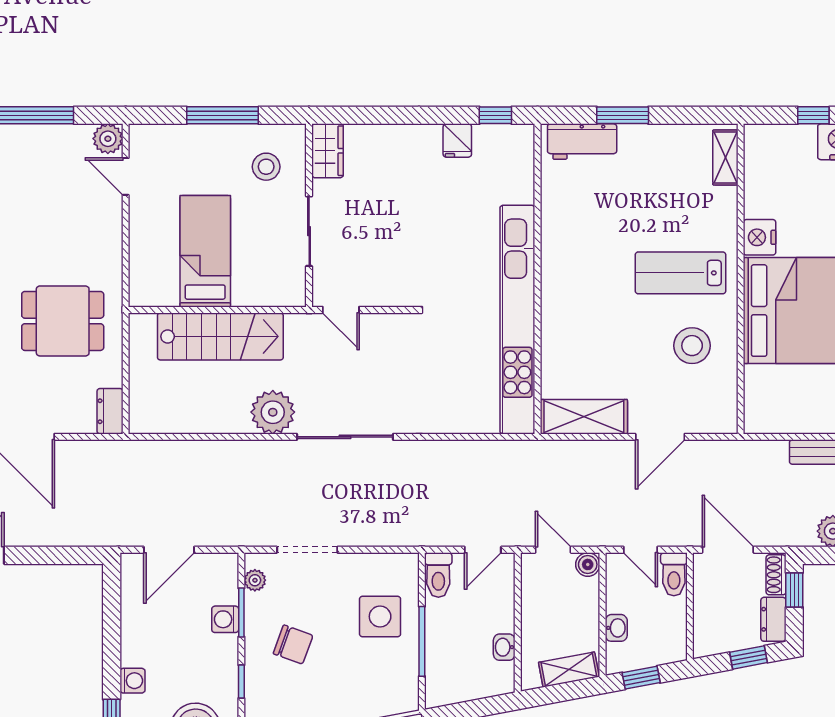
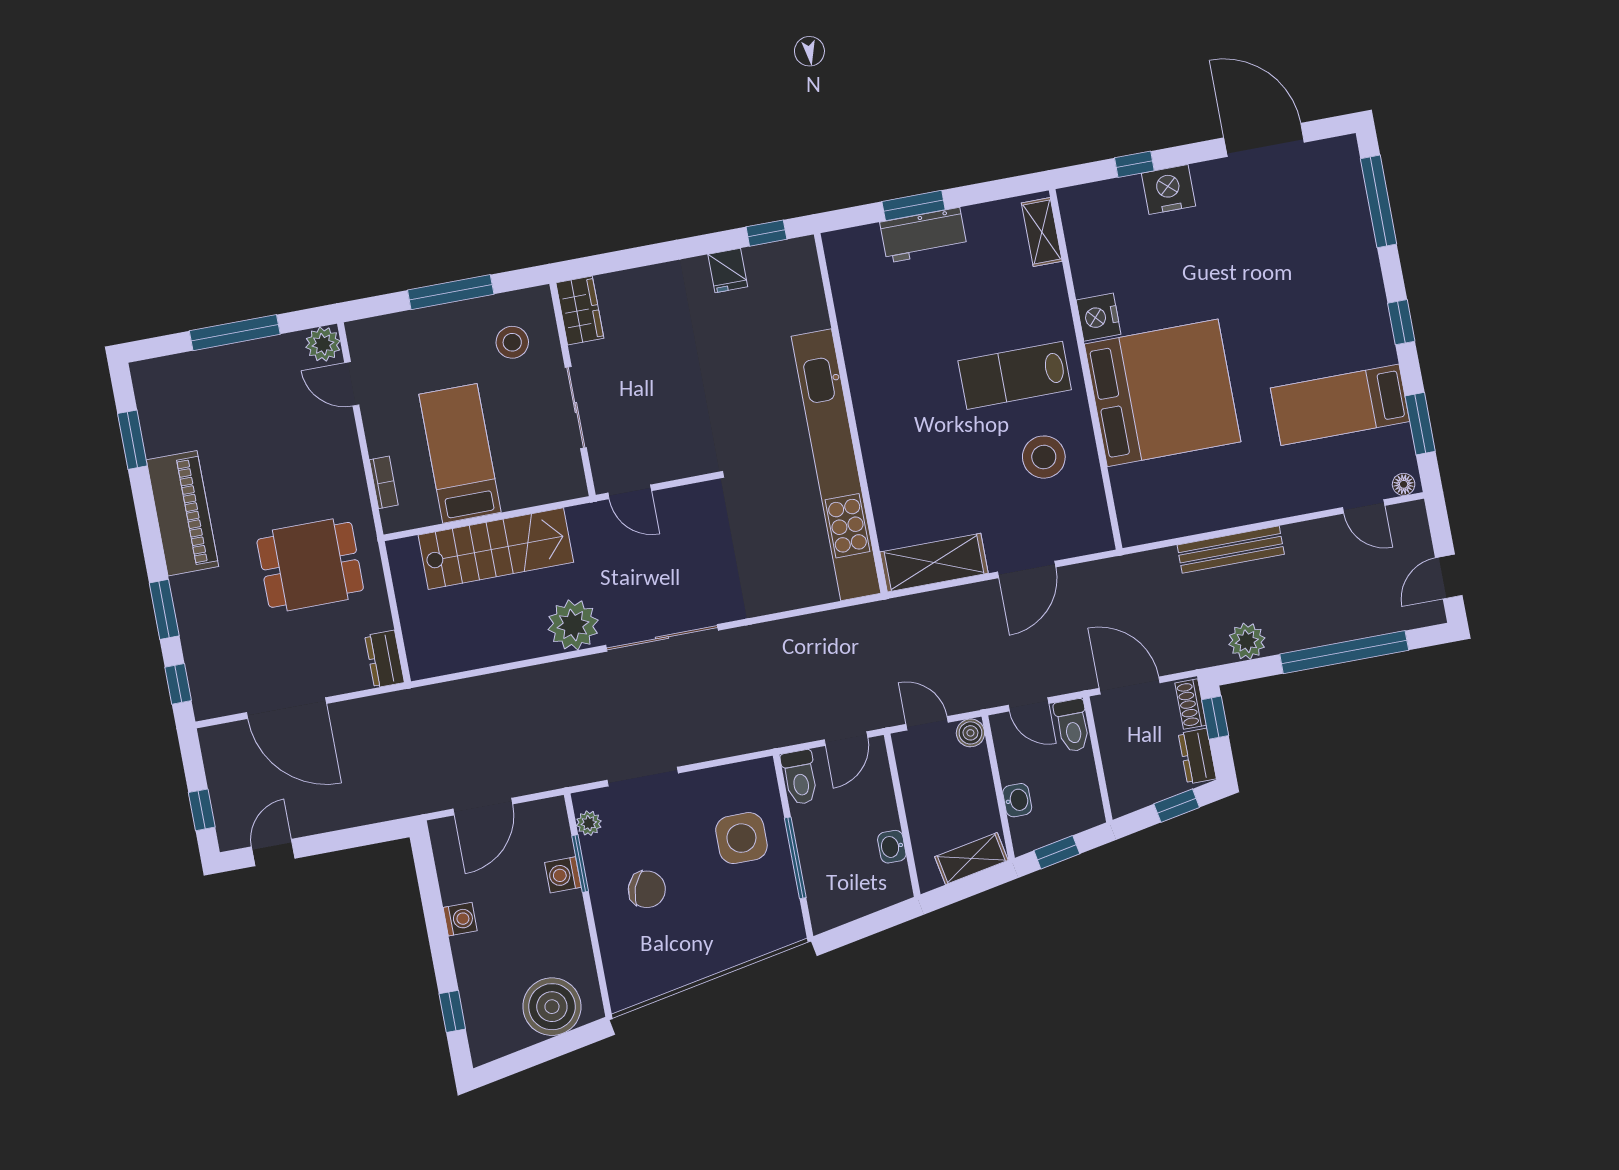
workbench: (582, 142) -> (924, 235), moved
bookcase: (137, 264) -> (384, 482), added
washing machine: (132, 681) -> (460, 919), moved
window: (241, 682) -> (595, 943), removed

